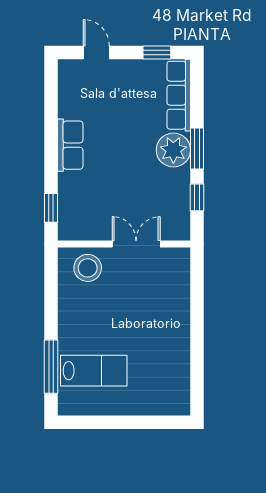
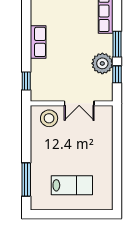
plant: (173, 150) -> (102, 63), moved
double door: (136, 244) -> (79, 103), swing flipped
lab bench: (94, 371) -> (72, 185), moved

